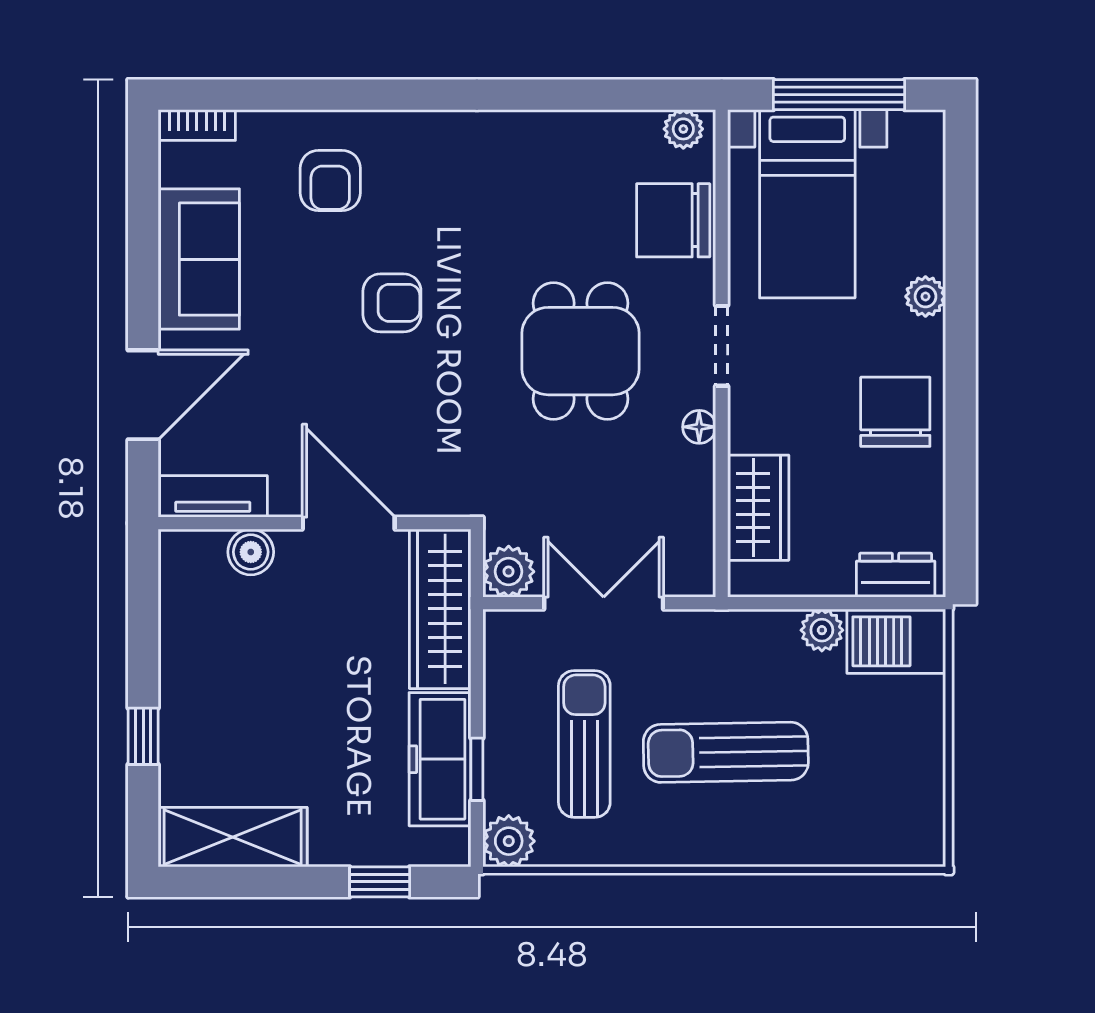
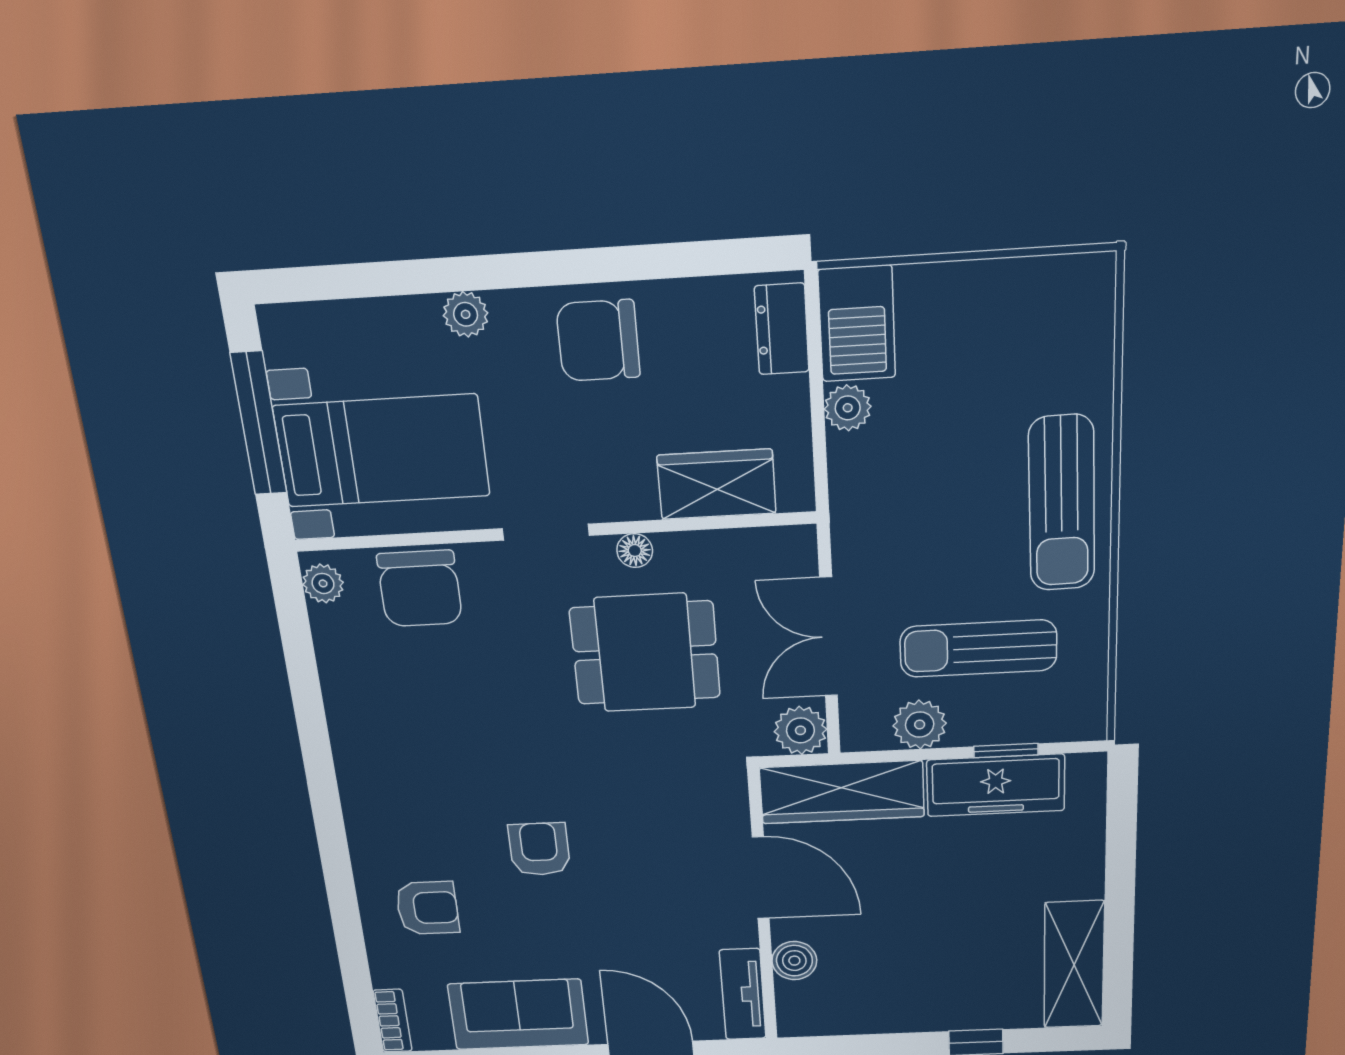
dining table: (580, 351) -> (645, 653), moved
door: (349, 523) -> (761, 878), swing flipped
sun lounger: (726, 752) -> (1062, 504), moved
plant: (509, 841) -> (920, 725), moved
window: (380, 882) -> (1121, 835), removed

